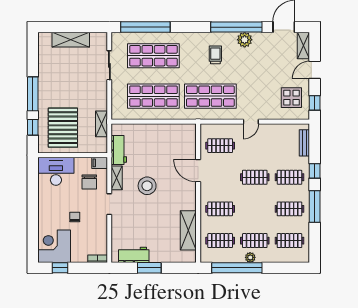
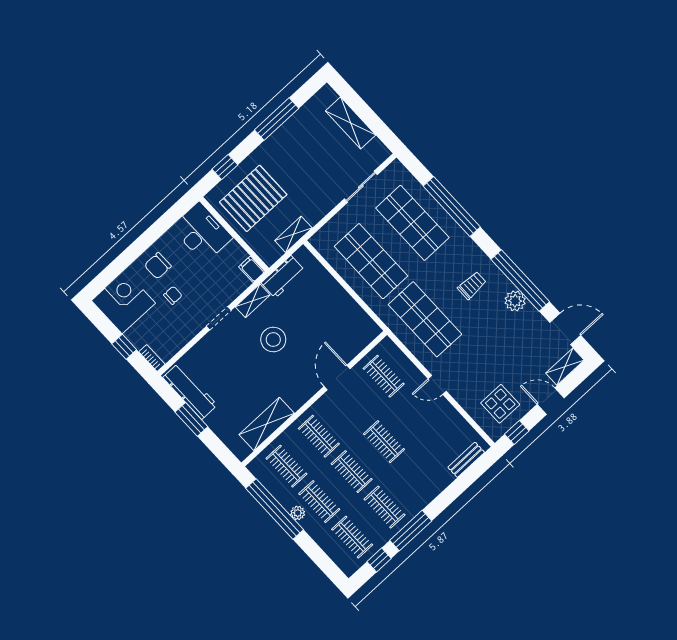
window: (145, 27) -> (452, 206), moved
window: (33, 94) -> (277, 119), moved
window: (315, 171) -> (379, 560), moved
clothes rail: (289, 177) -> (352, 472), moved
chair: (89, 182) -> (158, 266), moved
workbench: (134, 255) -> (190, 391), width x1.38
window: (60, 268) -> (124, 347), moved

